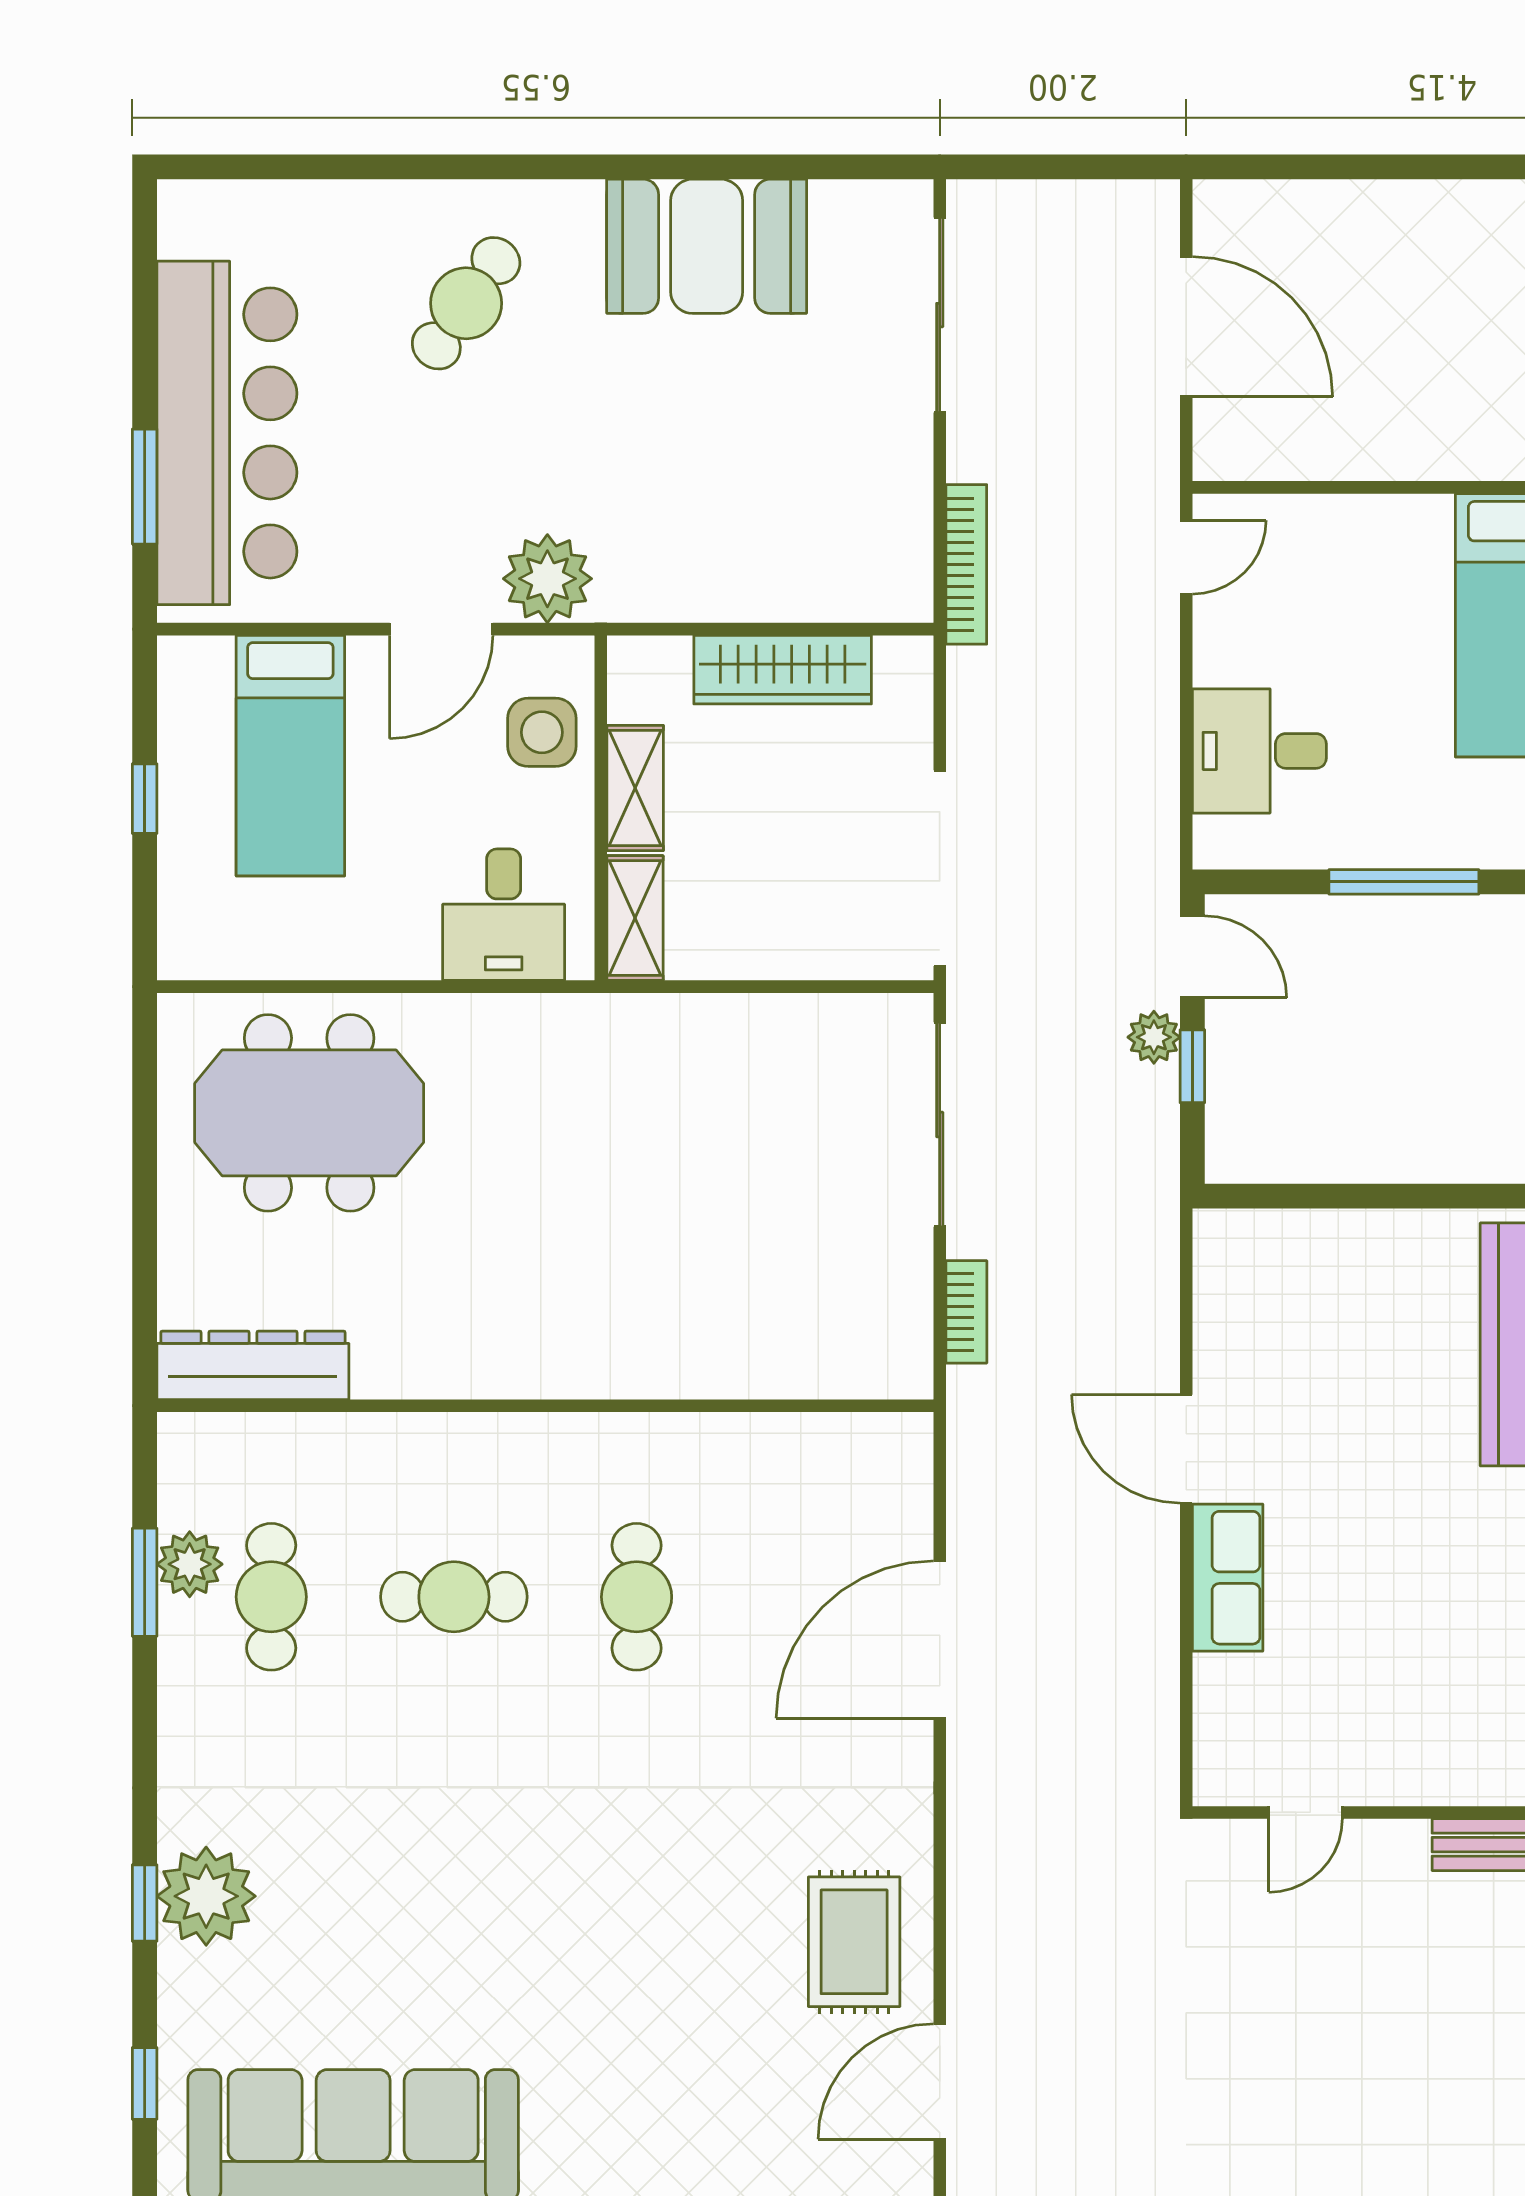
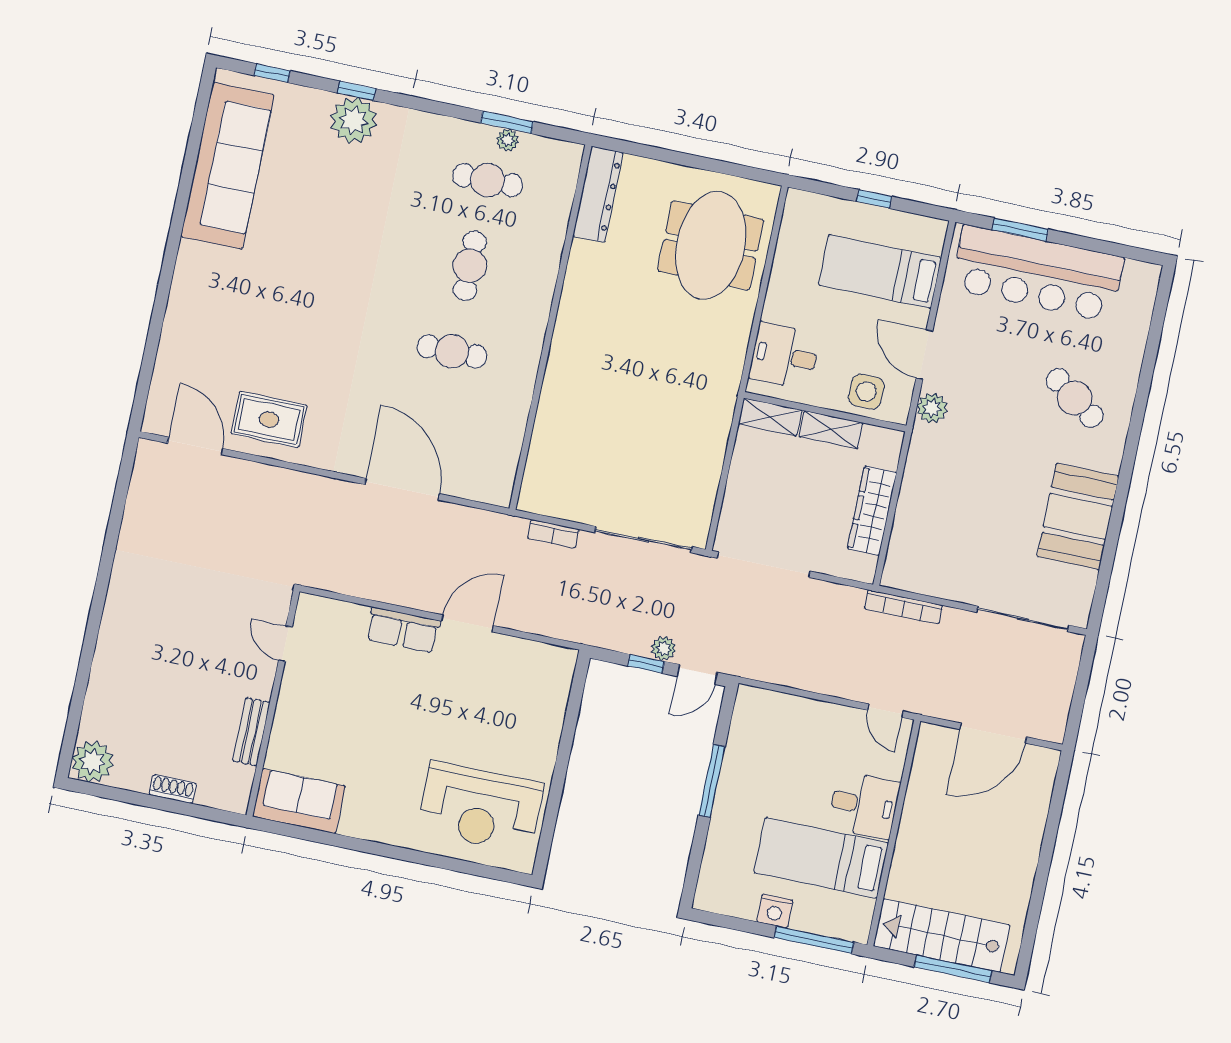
plant: (547, 579) -> (932, 408), width x0.73, depth x0.73
desk: (1259, 751) -> (864, 805), moved, turned 90
plant: (190, 1564) -> (508, 140), width x0.73, depth x0.73

